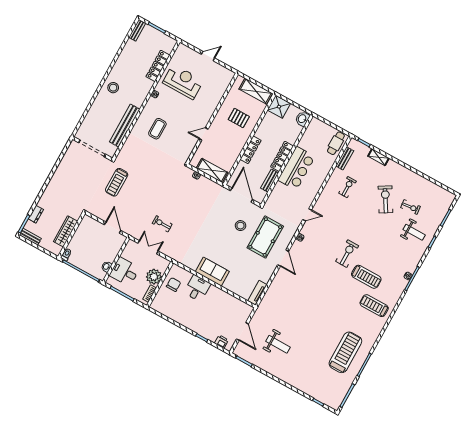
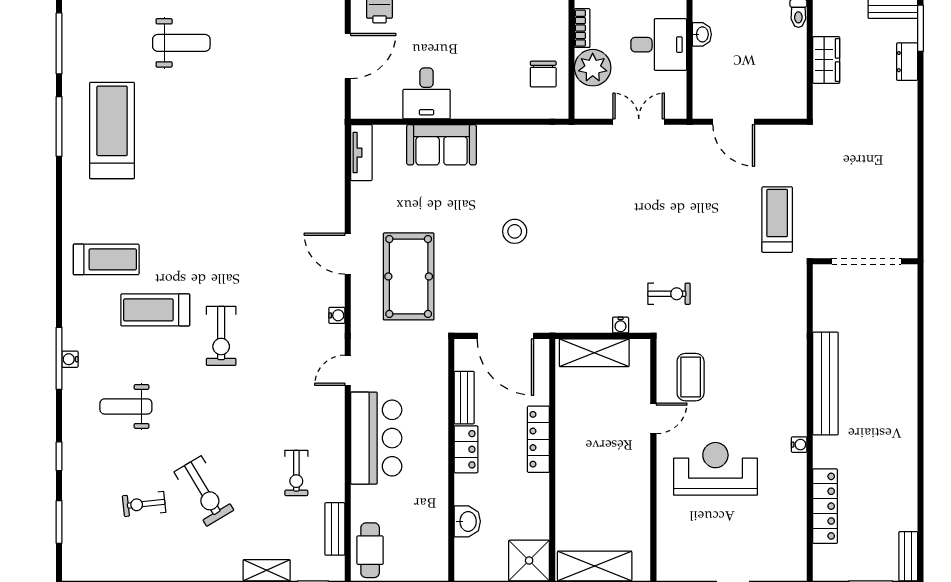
reception desk: (183, 82) -> (715, 469), moved, turned 180
stool: (113, 88) -> (892, 410), removed
pallet: (239, 118) -> (599, 491), removed
washbasin: (302, 119) -> (467, 521), moved
bench: (125, 126) -> (825, 384), moved
coffee table: (157, 129) -> (691, 377), moved
locker: (282, 156) -> (466, 449), width x0.66
bar counter: (296, 168) -> (376, 438), moved, turned 180
exercise bike: (162, 224) -> (669, 294), moved
stool: (241, 226) -> (515, 231), moved
wardrobe: (66, 231) -> (826, 60), width x0.67
weight bench: (414, 232) -> (126, 406), moved
double door: (148, 247) -> (639, 122), swing flipped
sofa: (212, 272) -> (442, 145), moved
desk: (197, 288) -> (427, 93), moved
door: (242, 331) -> (348, 56), swing flipped
weight bench: (278, 344) -> (181, 43), moved, turned 180
treadmill: (345, 352) -> (112, 130), turned 180

